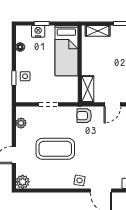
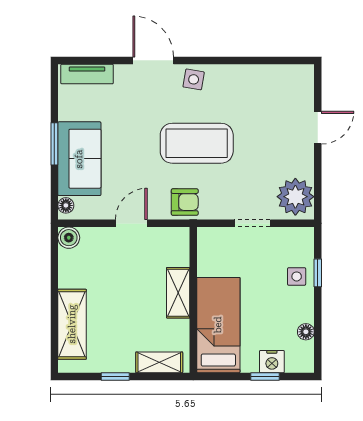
shelving: (88, 89) -> (178, 293), moved
plant: (21, 123) -> (295, 197), width x1.88, depth x1.88
coffee table: (55, 149) -> (197, 143), moved
plant: (23, 182) -> (301, 77), removed

